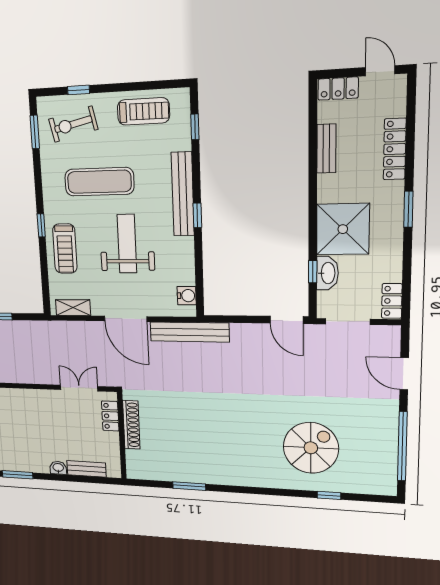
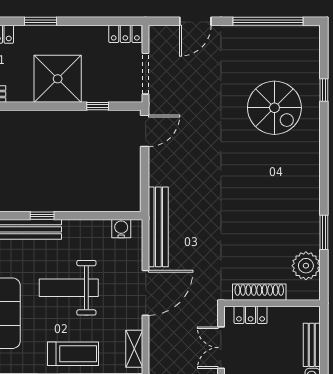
washbasin: (327, 273) -> (99, 92), removed
spiral stairs: (311, 448) -> (274, 108), turned 180
plant: (158, 468) -> (306, 266), added

